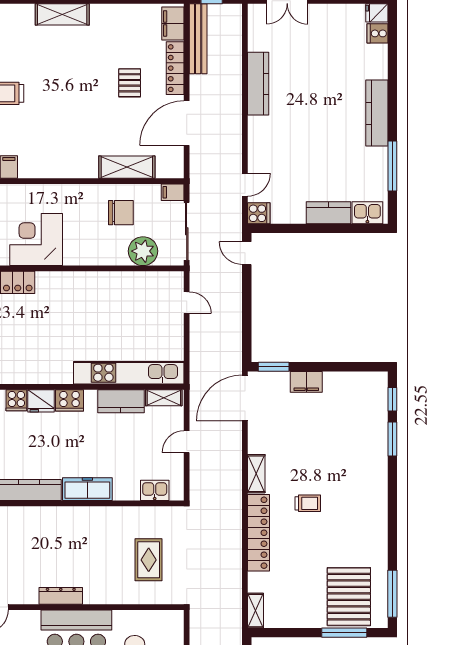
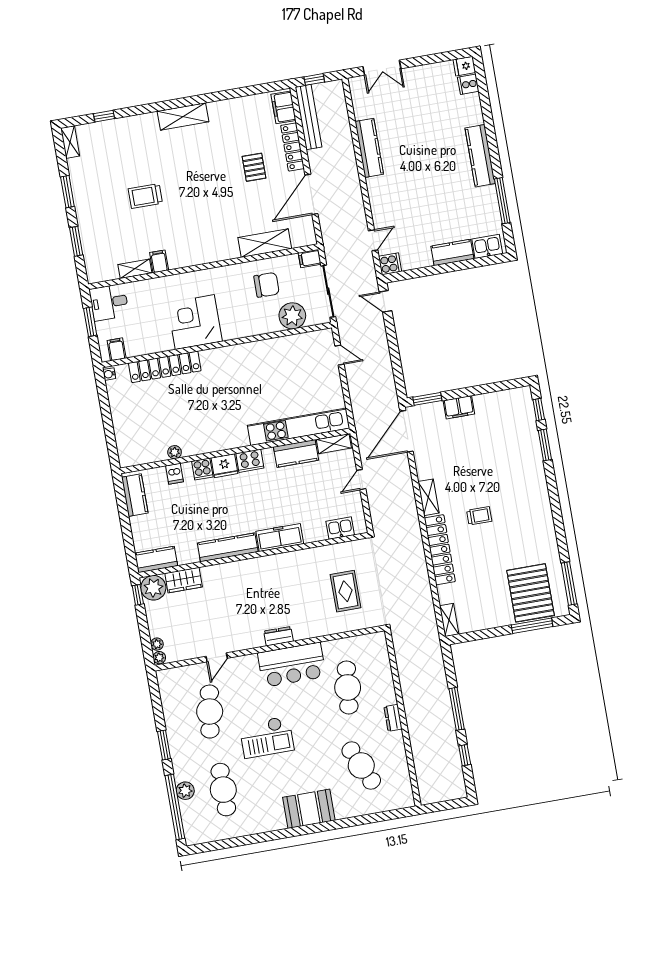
dresser: (61, 596) -> (279, 636), width x0.70

